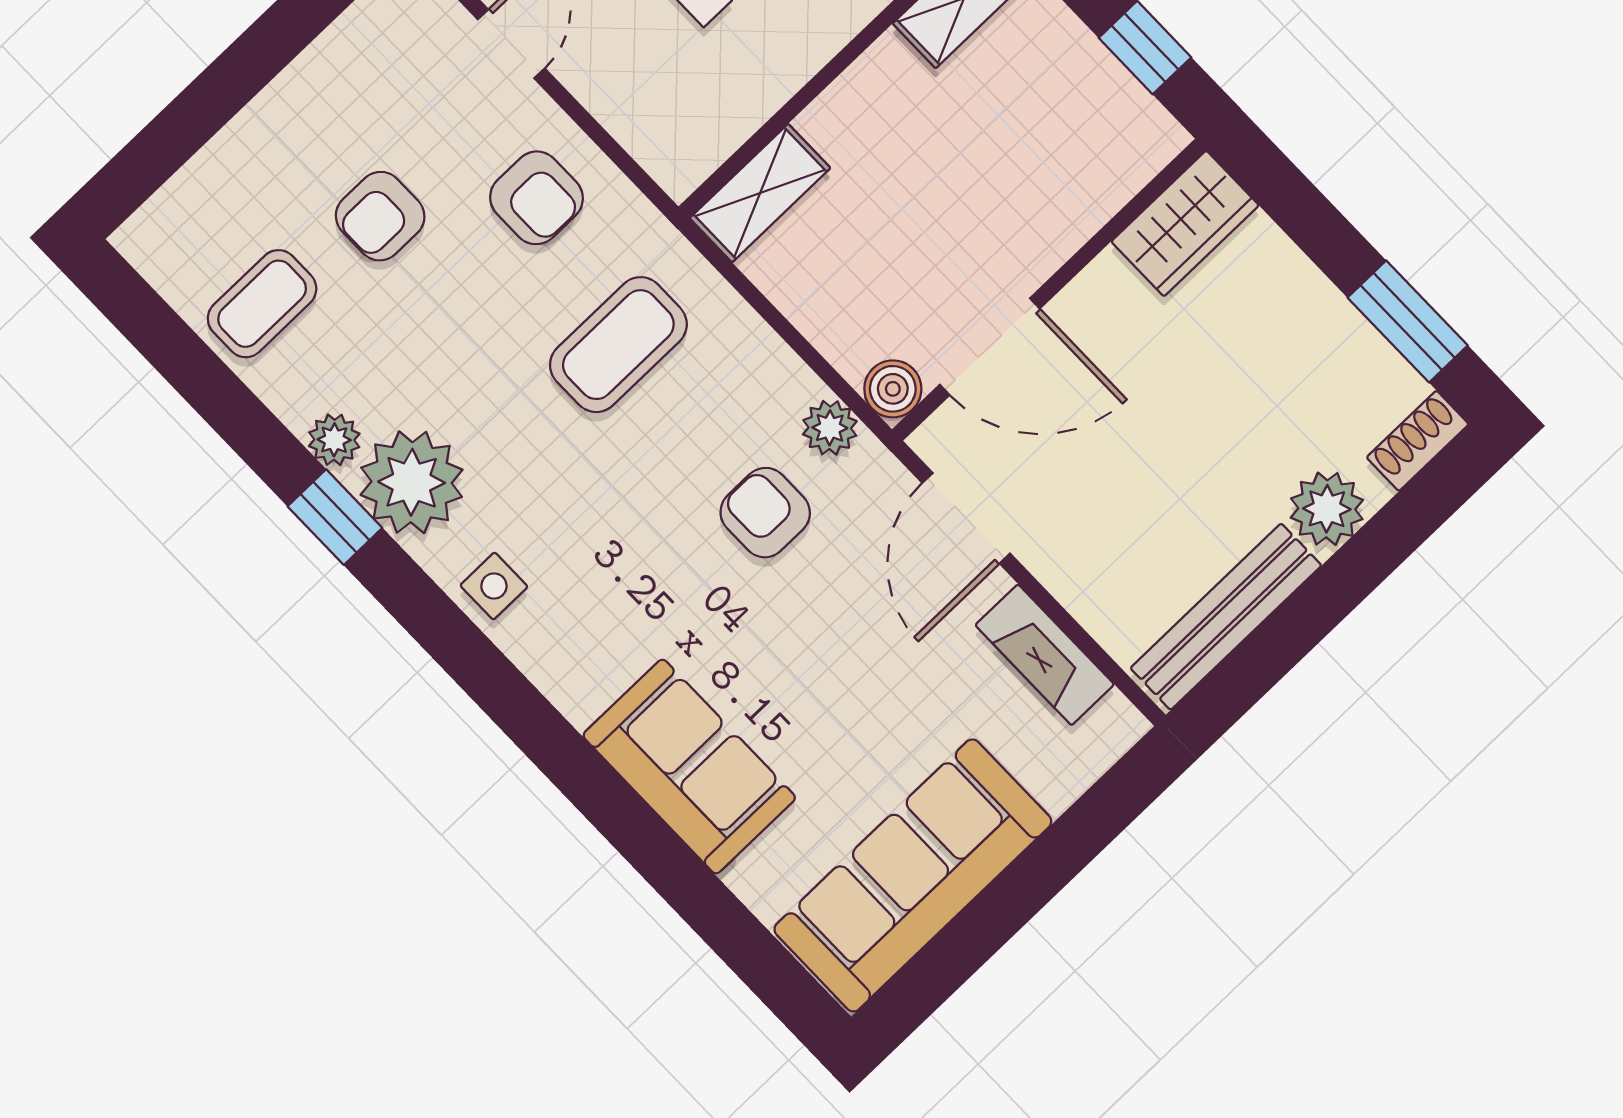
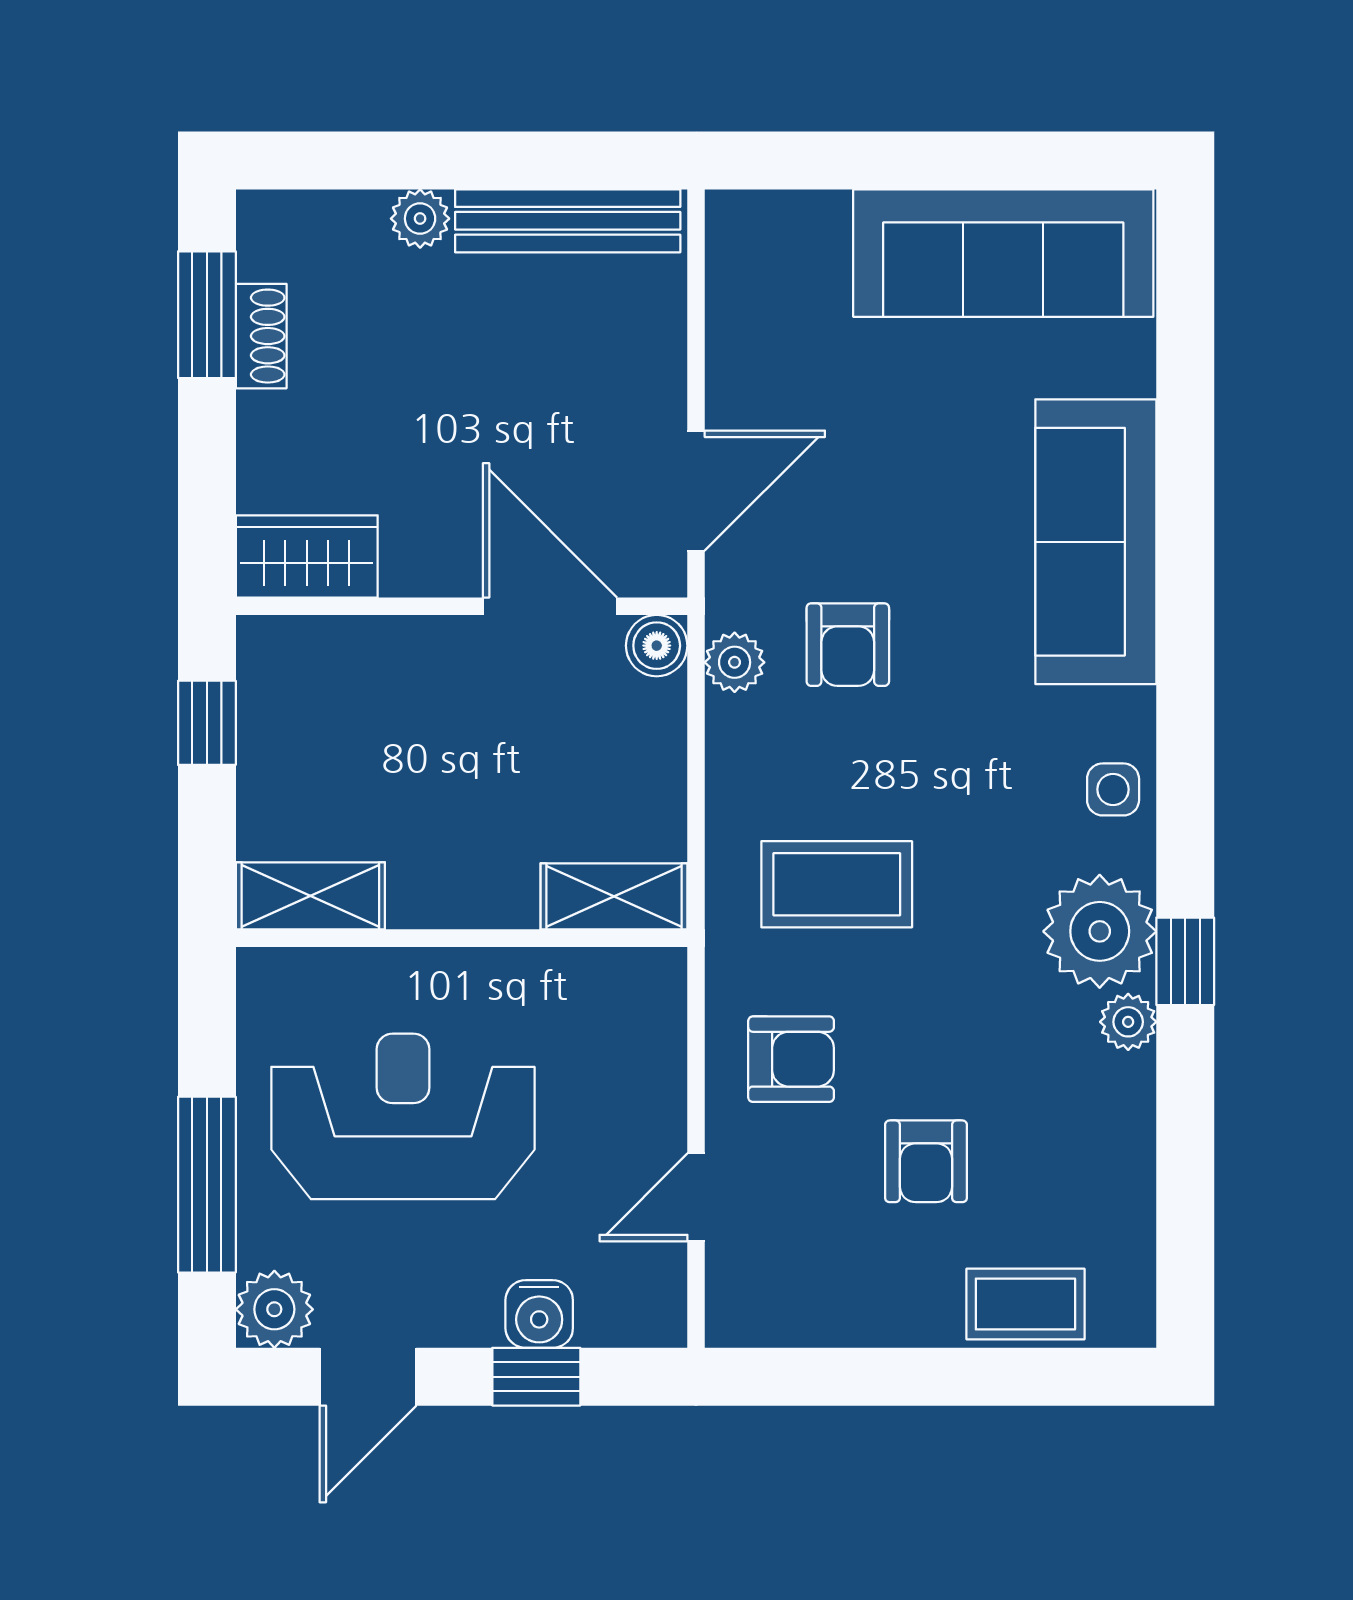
armchair: (536, 198) -> (791, 1059), turned 90
armchair: (380, 216) -> (926, 1161), turned 90
coffee table: (262, 304) -> (1025, 1304), moved
shoe rack: (1418, 441) -> (261, 336), moved, turned -90
plant: (1327, 509) -> (420, 219), width x0.73, depth x0.73
fireplace: (1045, 655) -> (737, 326), removed
sofa: (689, 767) -> (1096, 542), width x1.36

